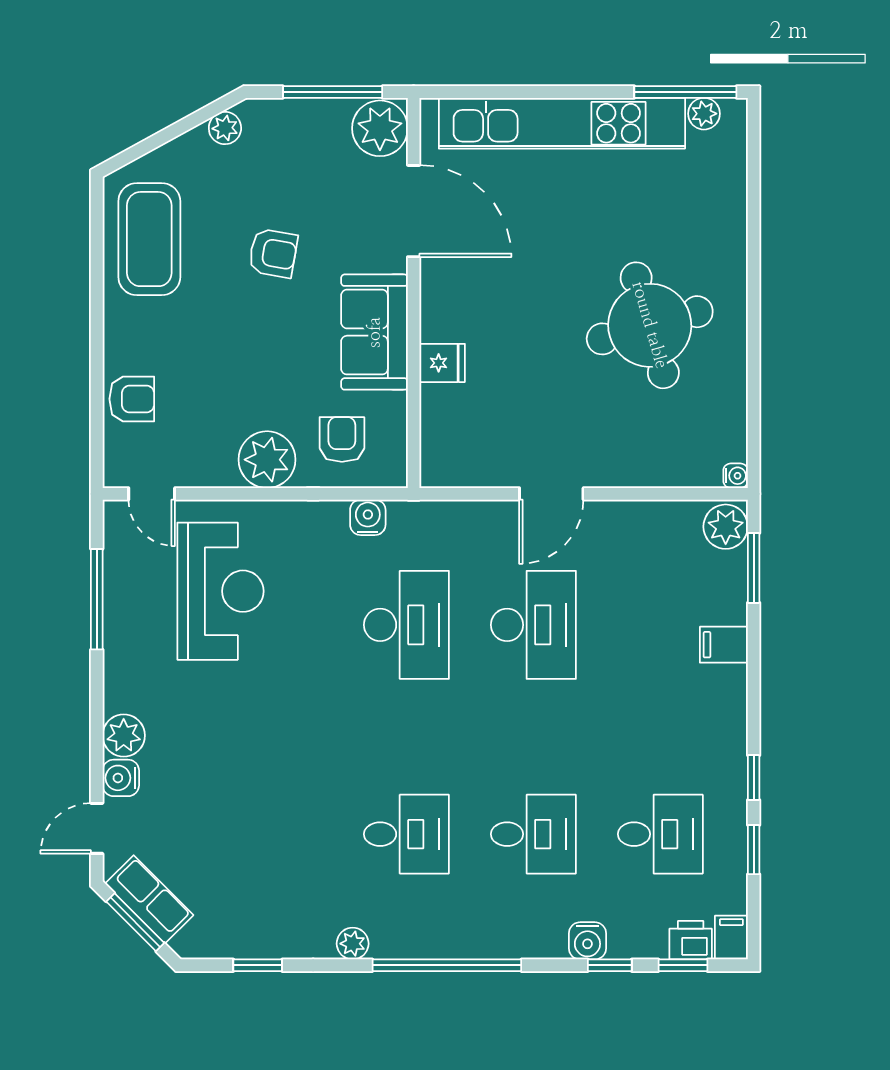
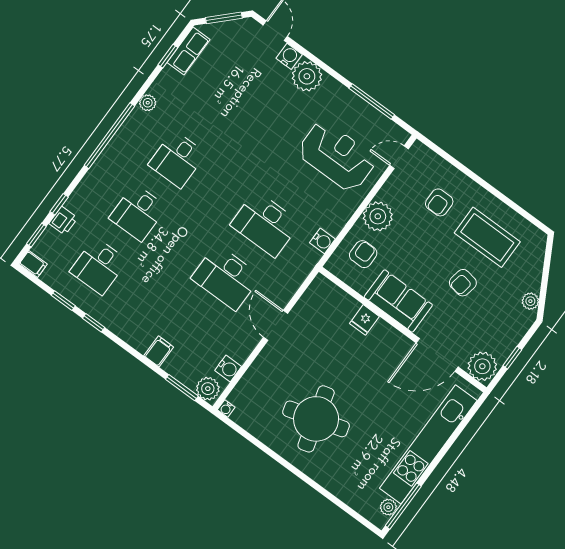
window: (333, 92) -> (512, 358), width x0.46
coffee table: (149, 239) -> (487, 237), moved
armchair: (132, 399) -> (439, 202), moved
armchair: (342, 439) -> (363, 254), turned -90
reception desk: (220, 591) -> (337, 156), turned 180
plant: (124, 735) -> (307, 76), width x1.36, depth x1.36
row of seats: (149, 899) -> (189, 51), moved, turned -45
printer: (691, 940) -> (63, 221), moved
water cooler: (587, 941) -> (228, 368), moved, turned 180

